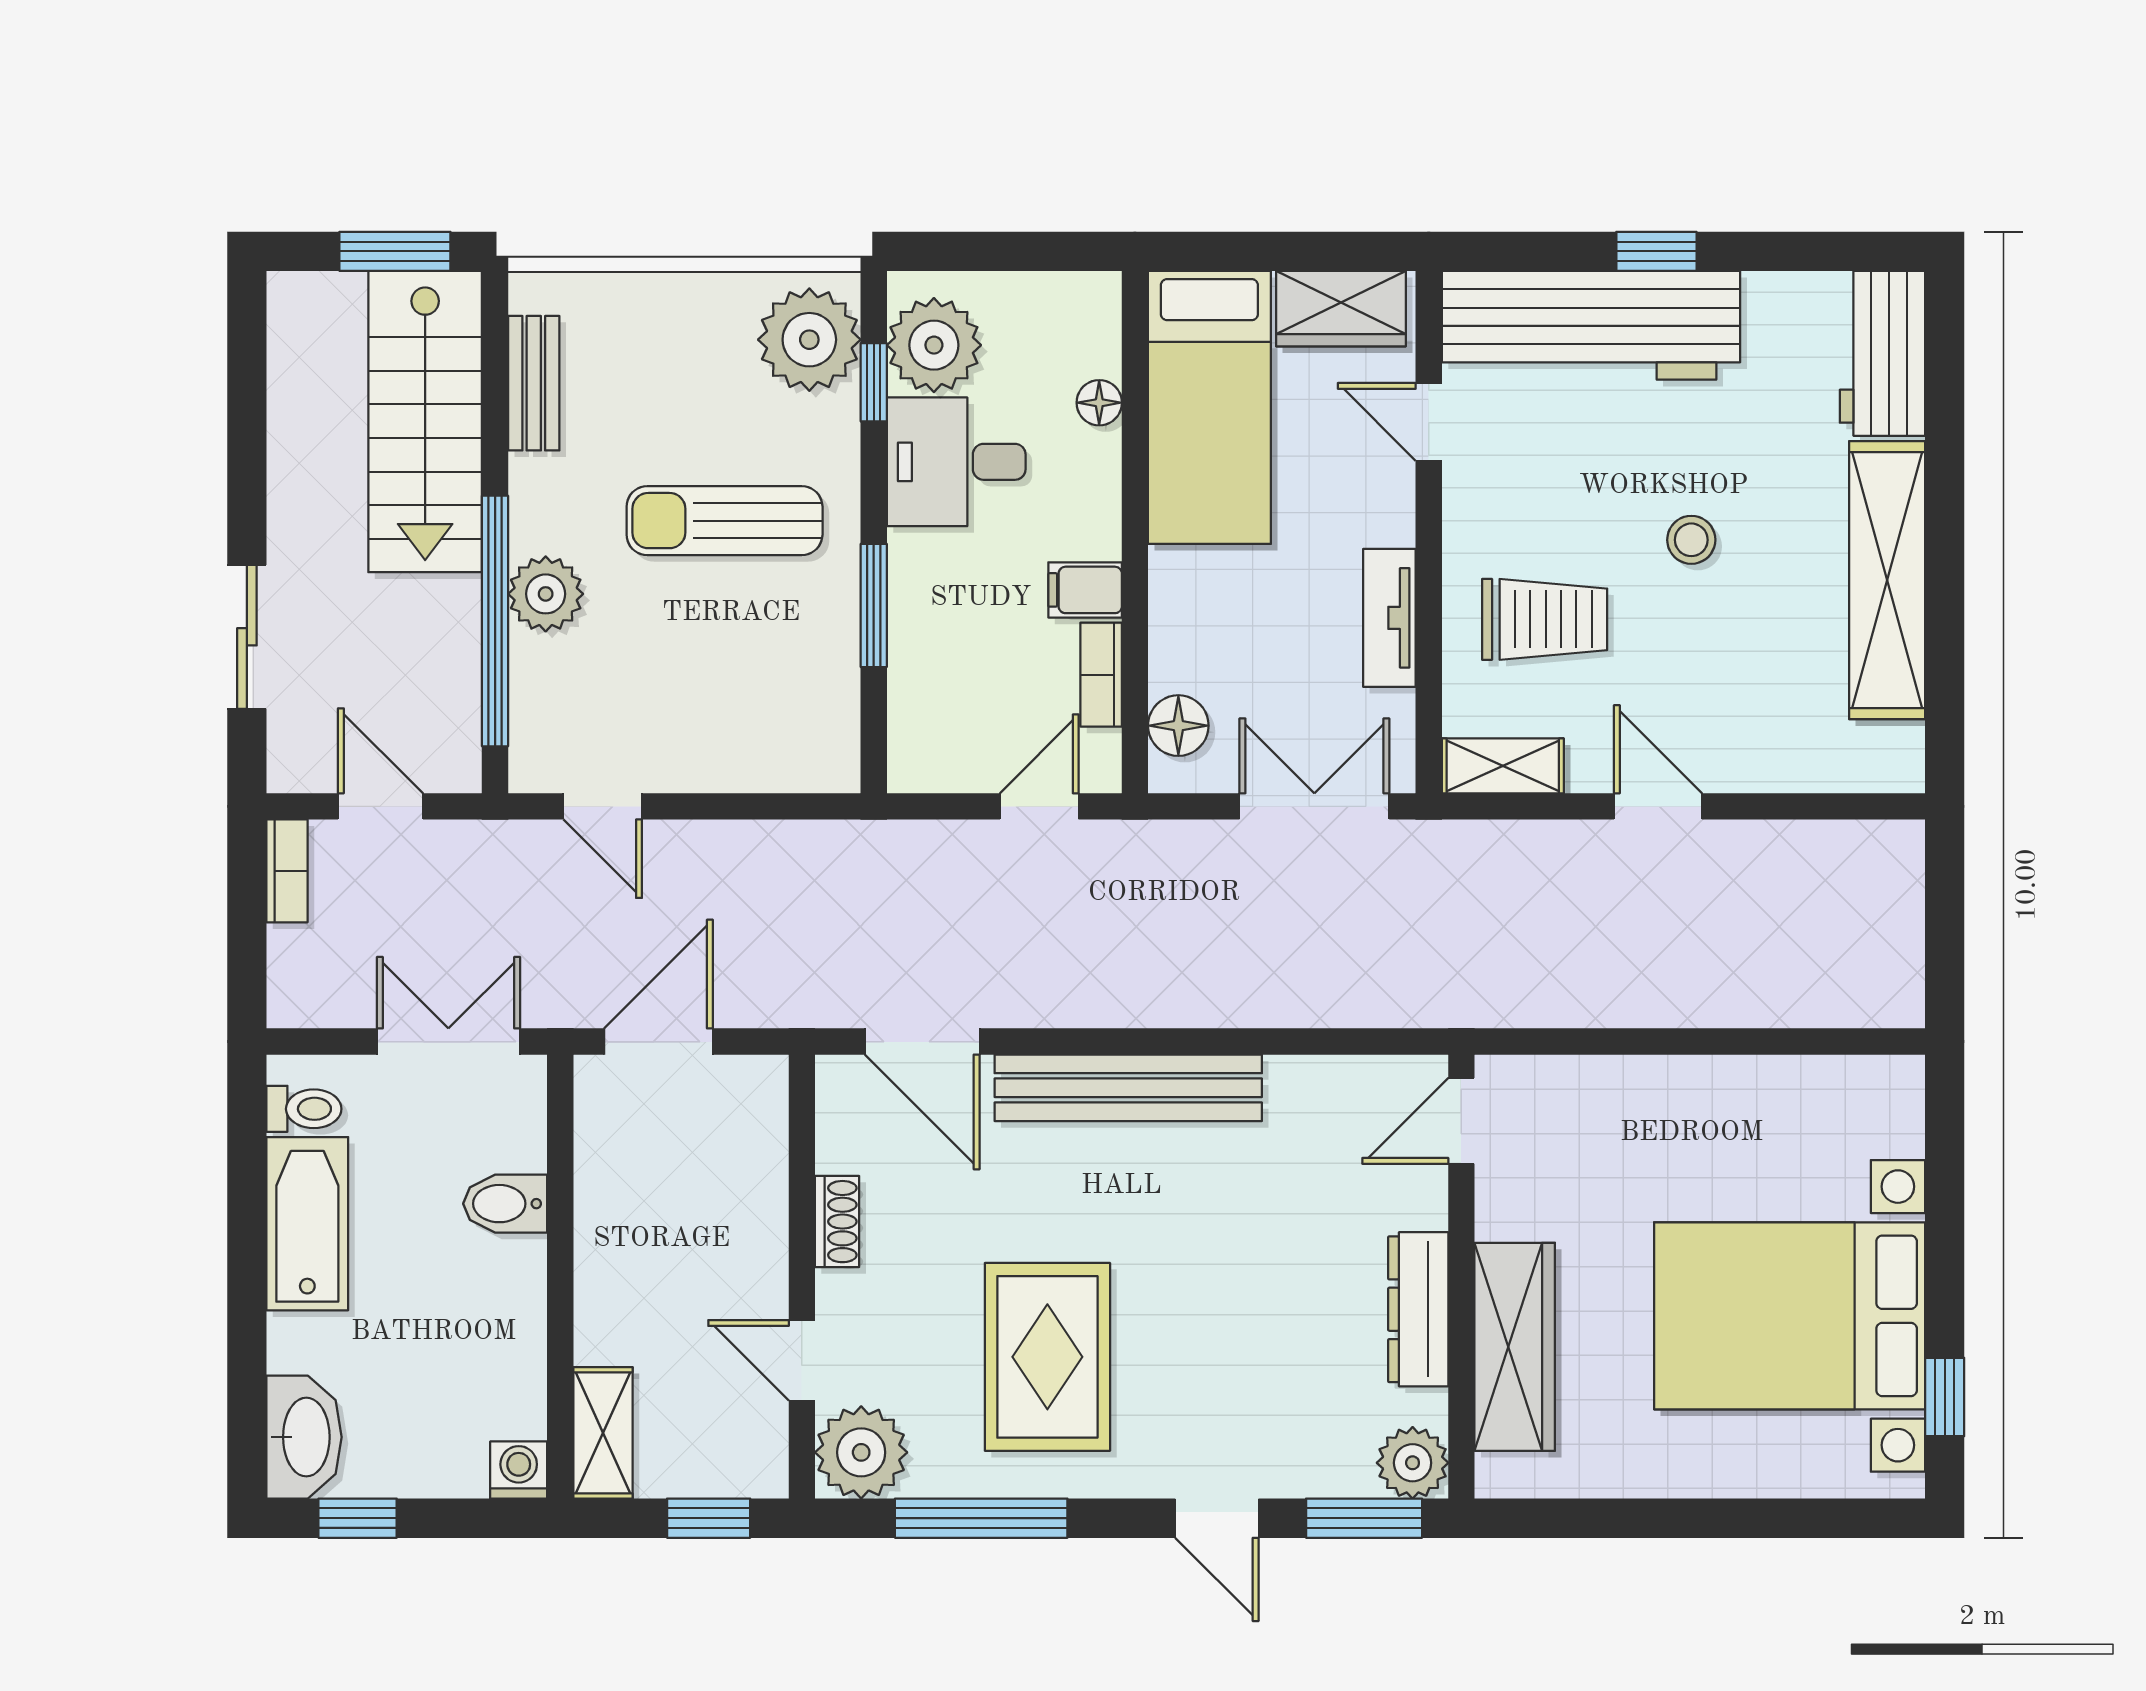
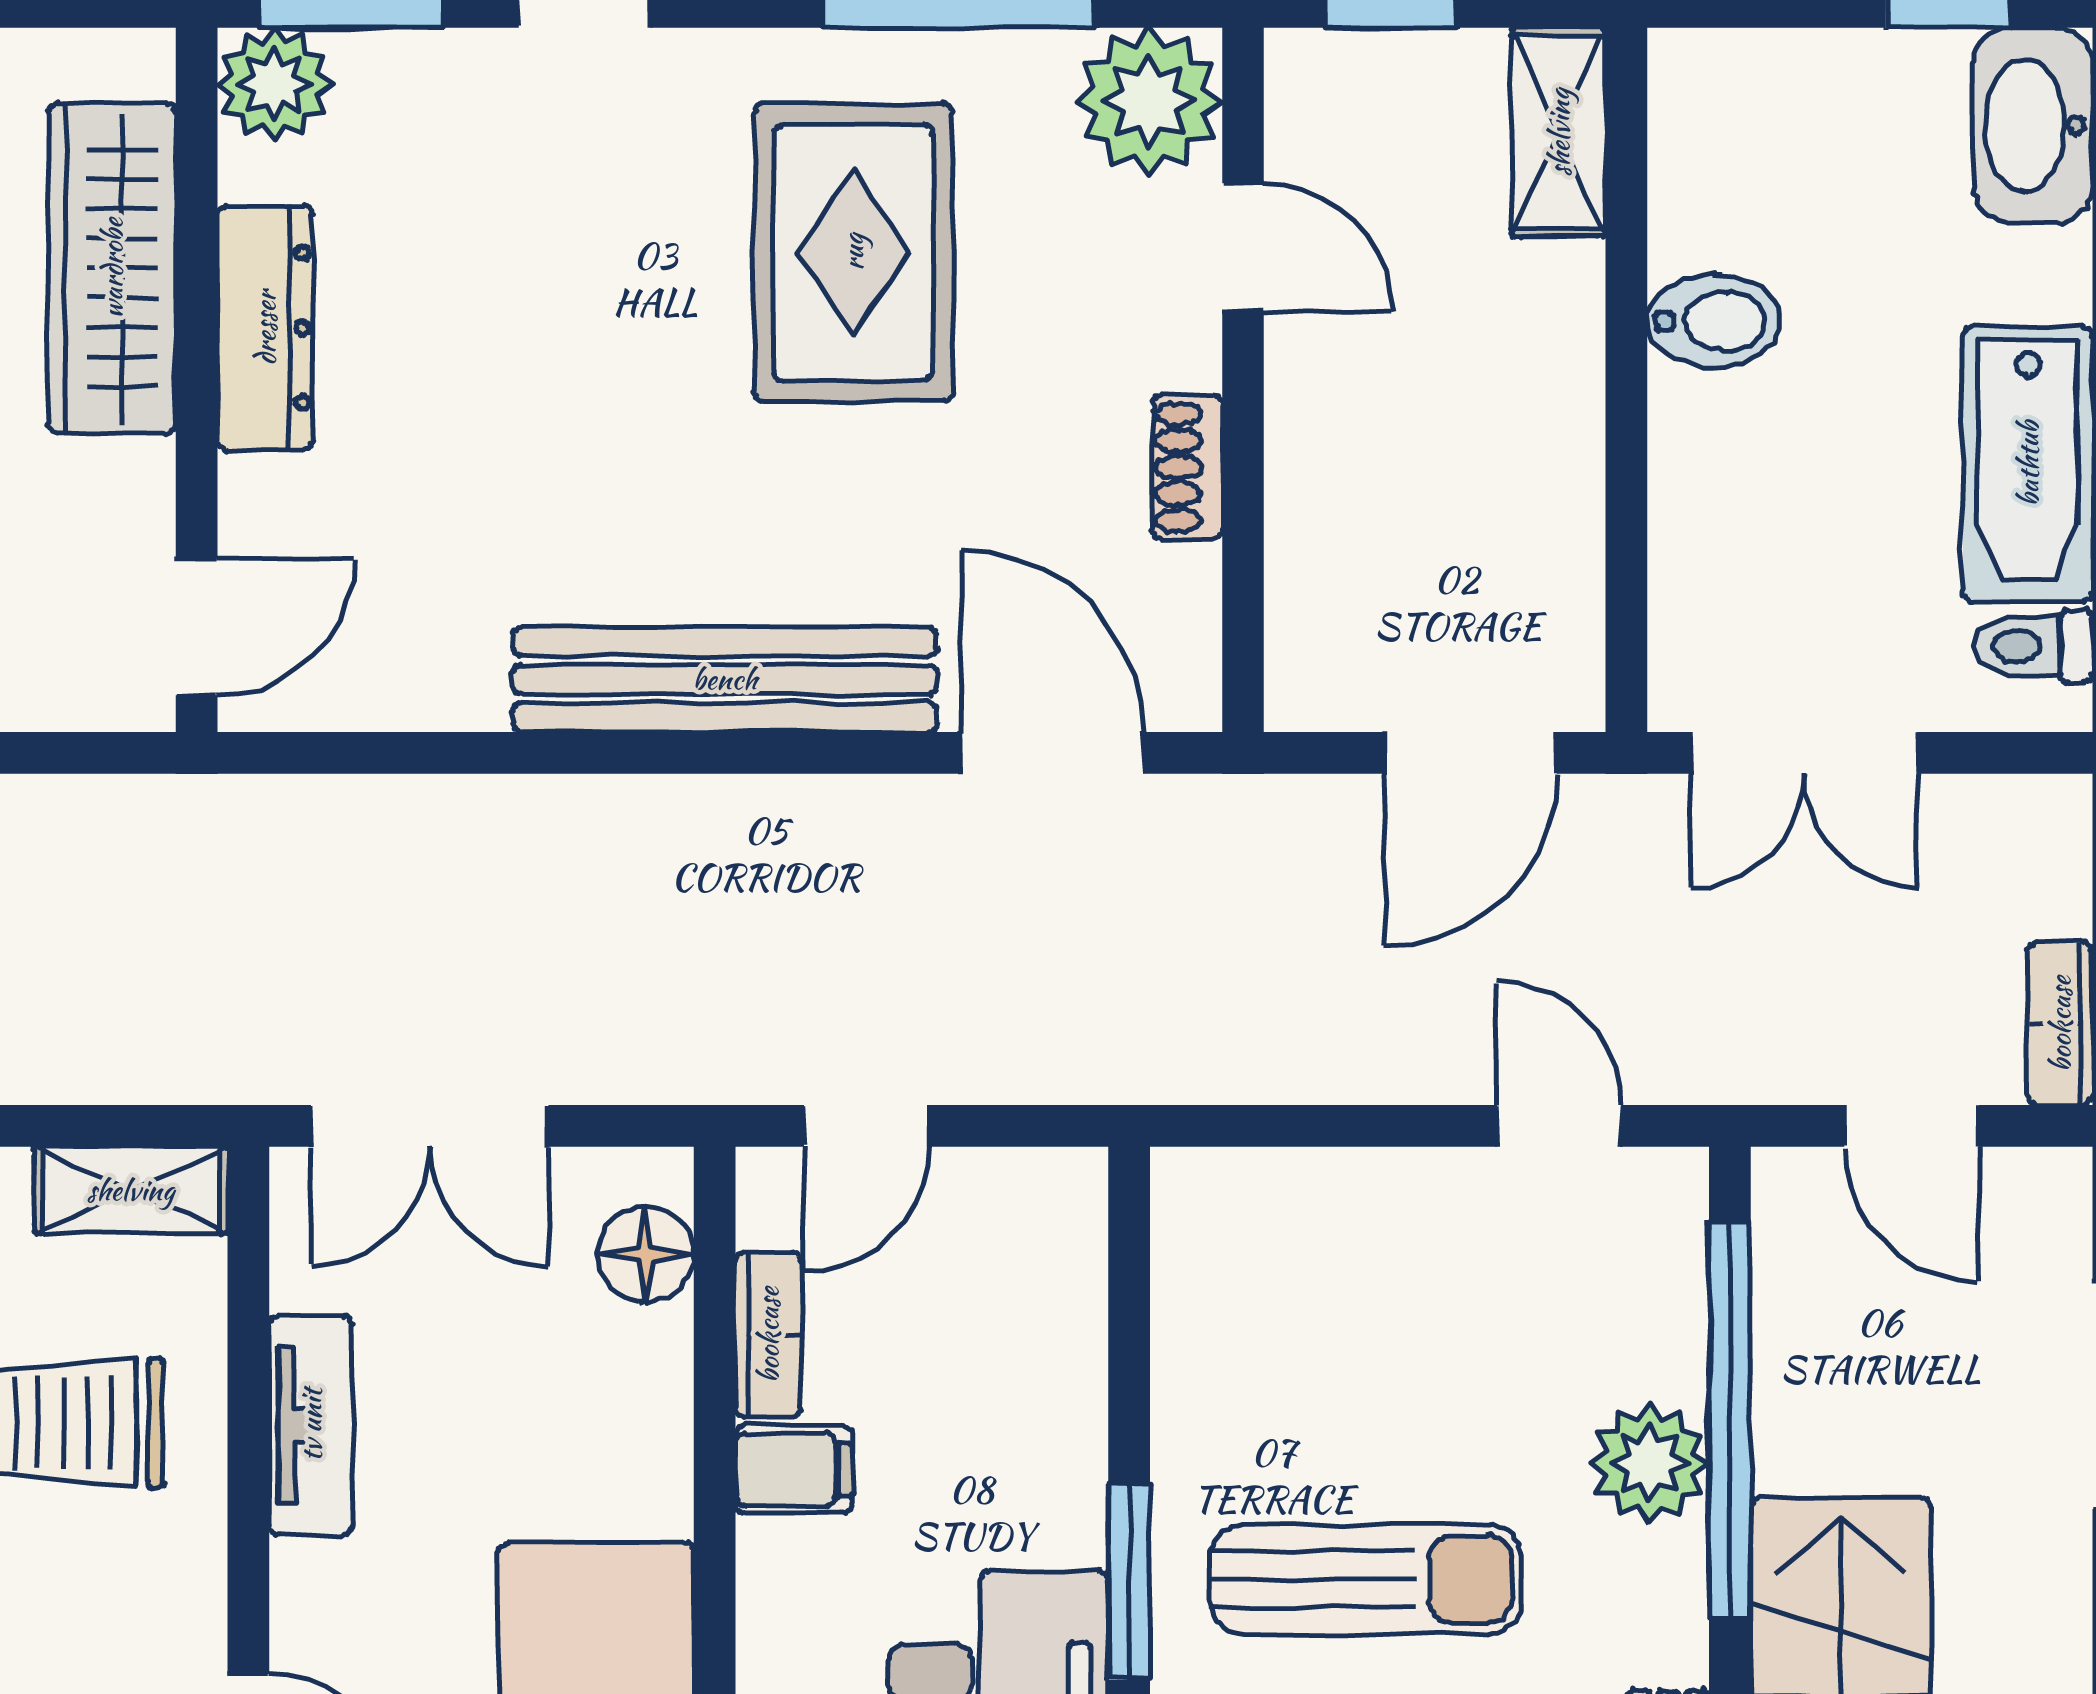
window: (874, 605) -> (1129, 1582), moved
bidet: (505, 1204) -> (1714, 321), moved
washing machine: (519, 1470) -> (1692, 73), removed

